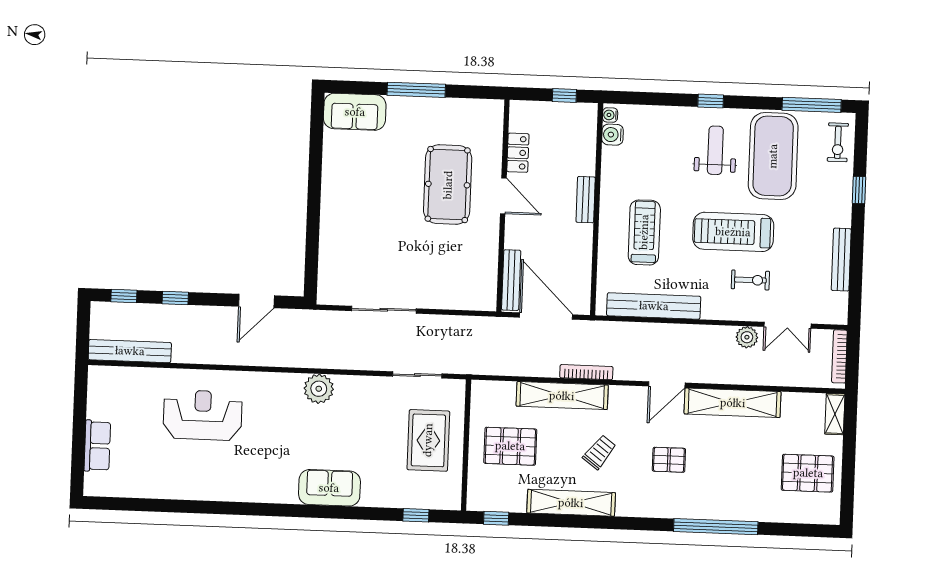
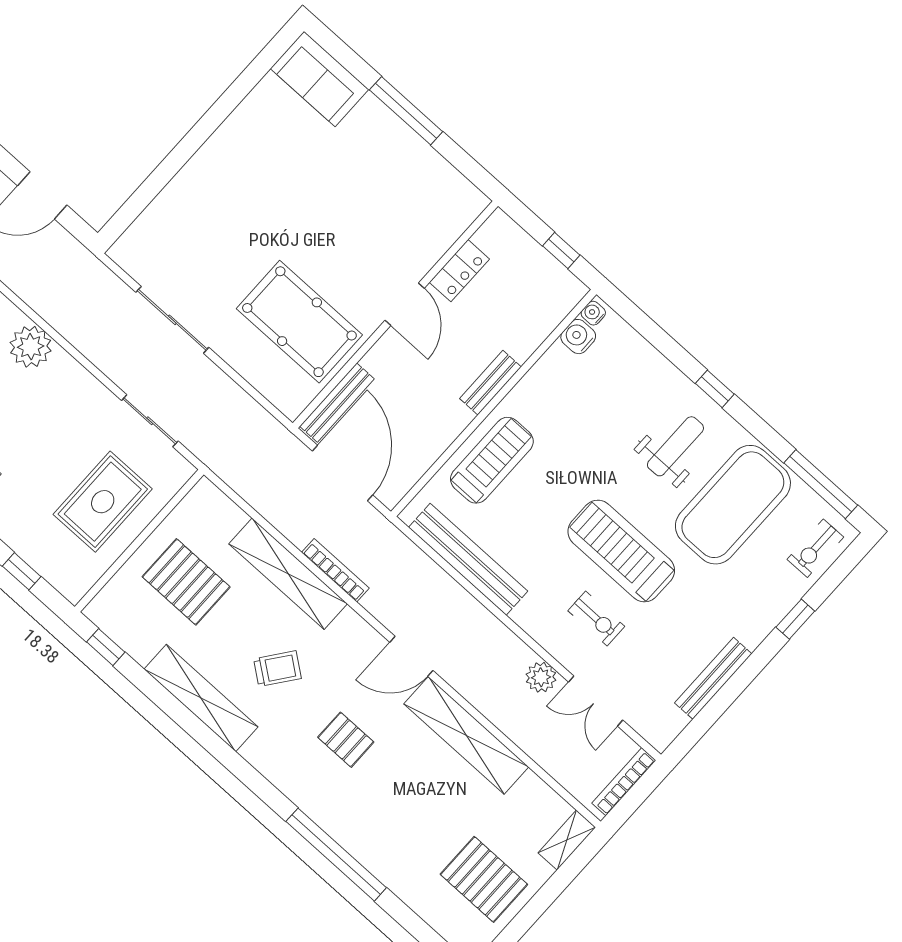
pool table: (448, 185) -> (299, 322), moved, turned 90
treadmill: (644, 232) -> (492, 460), moved

